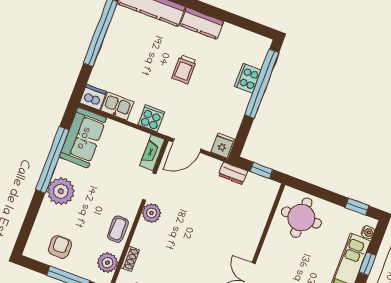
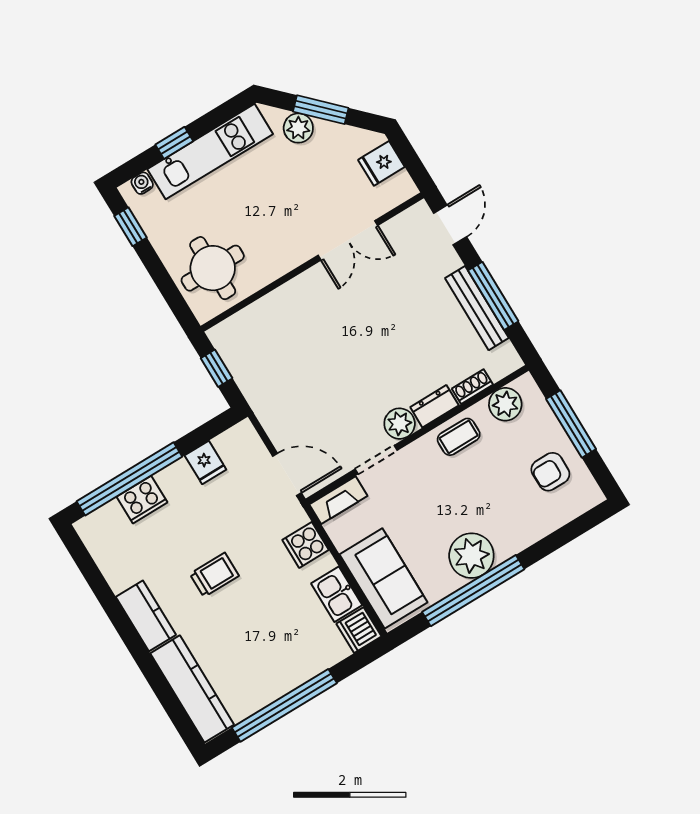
sofa: (83, 138) -> (384, 578), moved, turned 90
fridge: (223, 146) -> (205, 462), moved, turned -90
dresser: (233, 173) -> (434, 406), moved, turned -90
plant: (61, 191) -> (471, 556), moved

